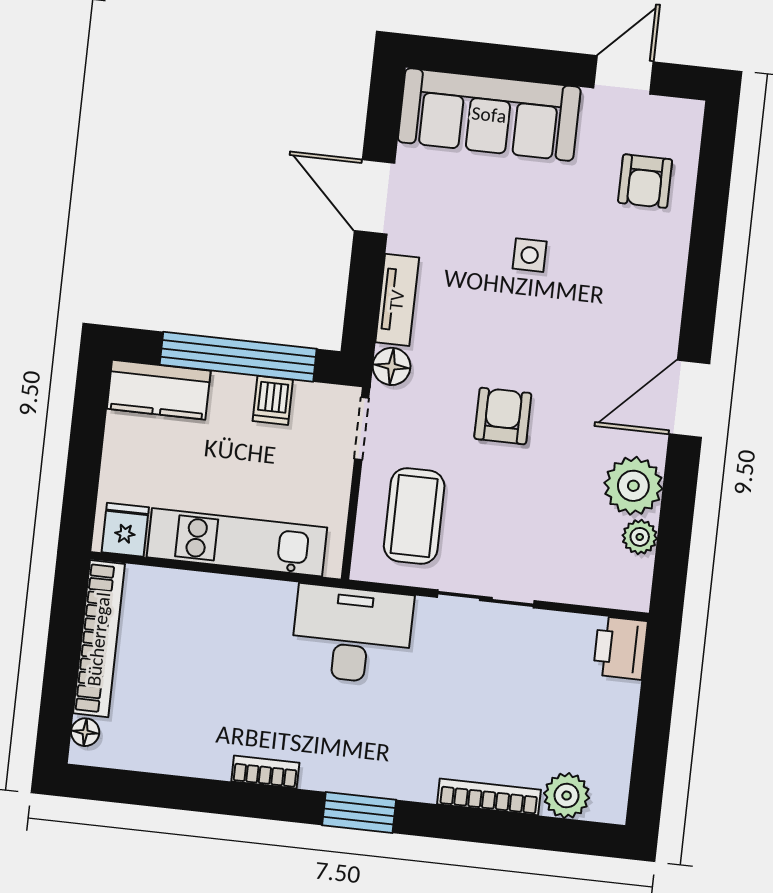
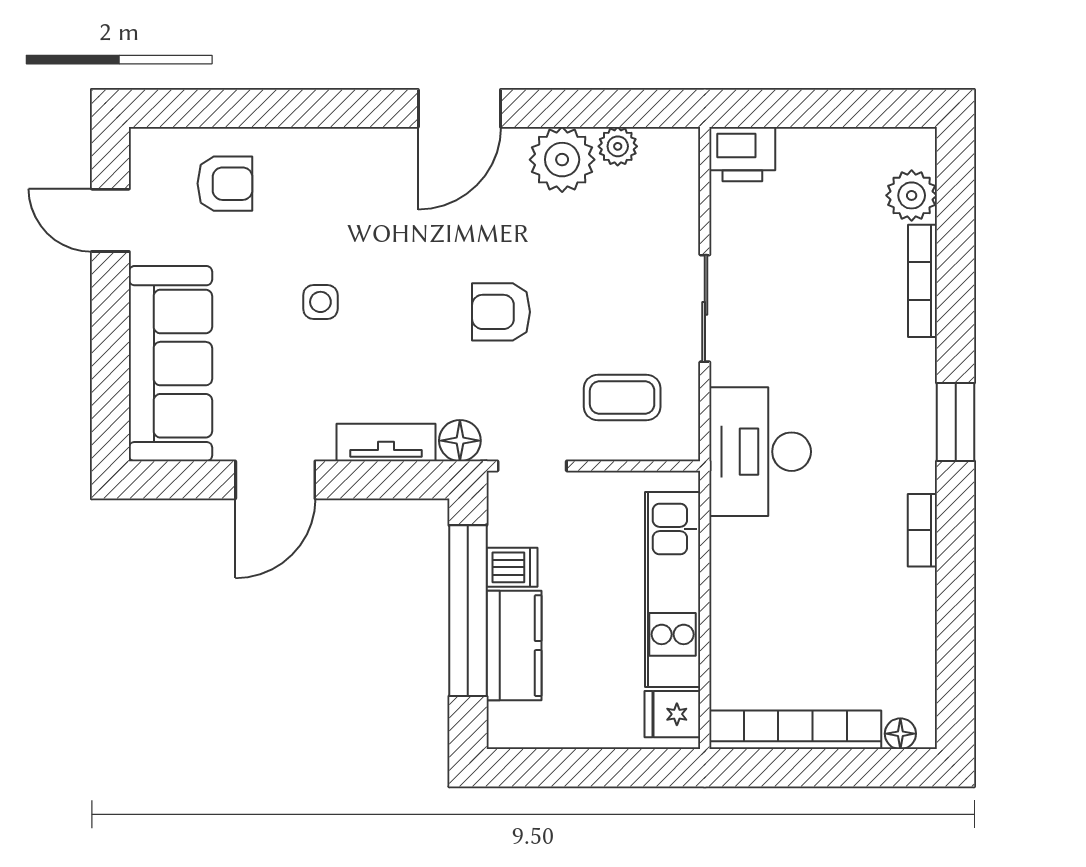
kitchen counter: (159, 390) -> (514, 646), moved
door: (689, 399) -> (459, 108), hinge flipped
coffee table: (414, 516) -> (622, 398), width x0.73, depth x0.77

